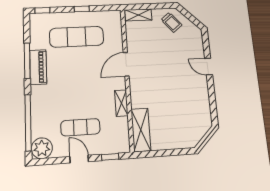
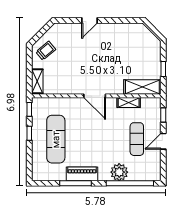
window: (42, 10) -> (29, 109), moved
door: (126, 64) -> (95, 96), moved
shelving: (121, 103) -> (129, 102), moved
plant: (42, 148) -> (119, 172), moved
window: (163, 153) -> (163, 69), added

